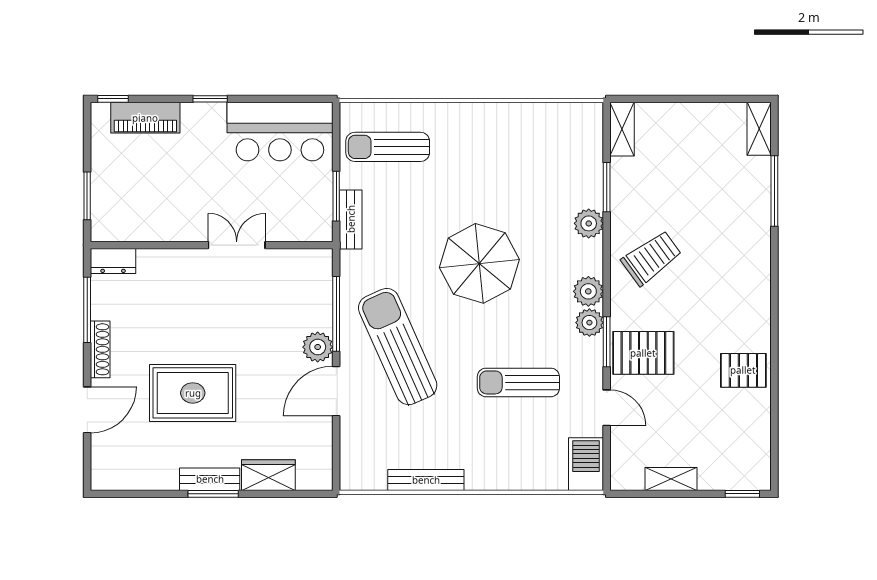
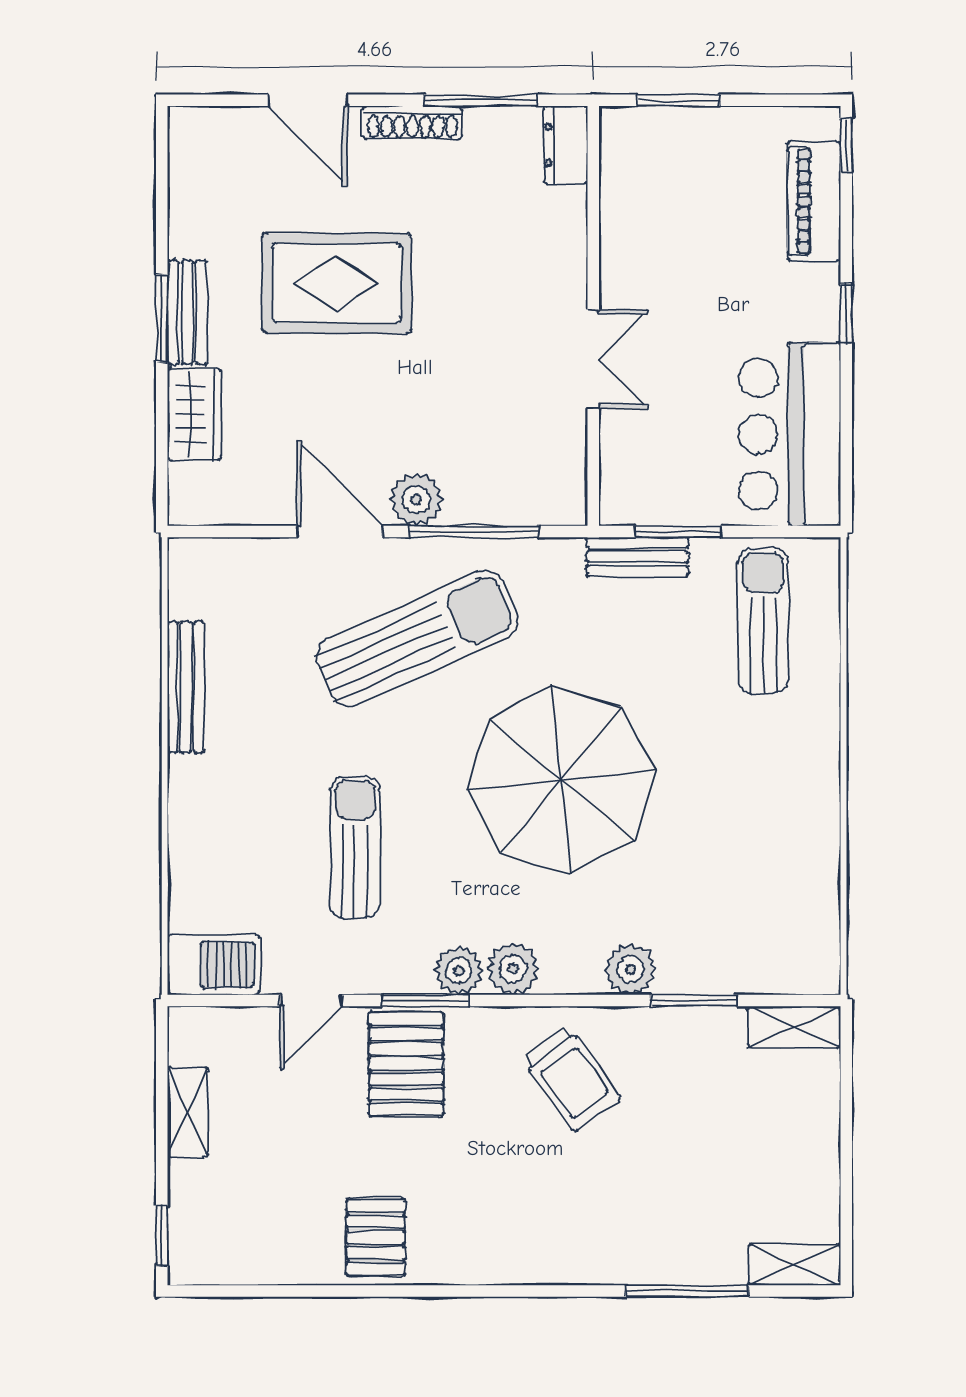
parasol: (479, 263) -> (561, 780), width x1.36, depth x1.36
rug: (193, 393) -> (337, 283), turned 90

